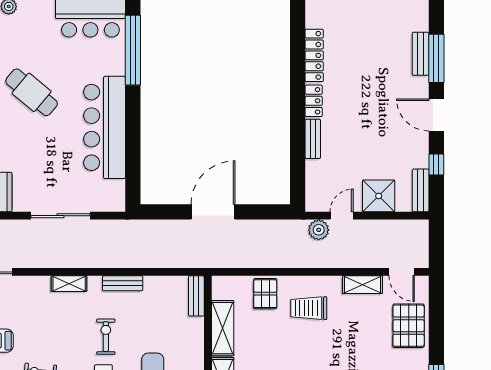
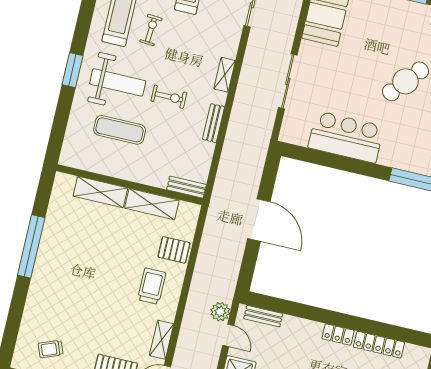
bar counter: (105, 127) -> (346, 137), width x0.73
bench: (313, 139) -> (263, 316), moved

